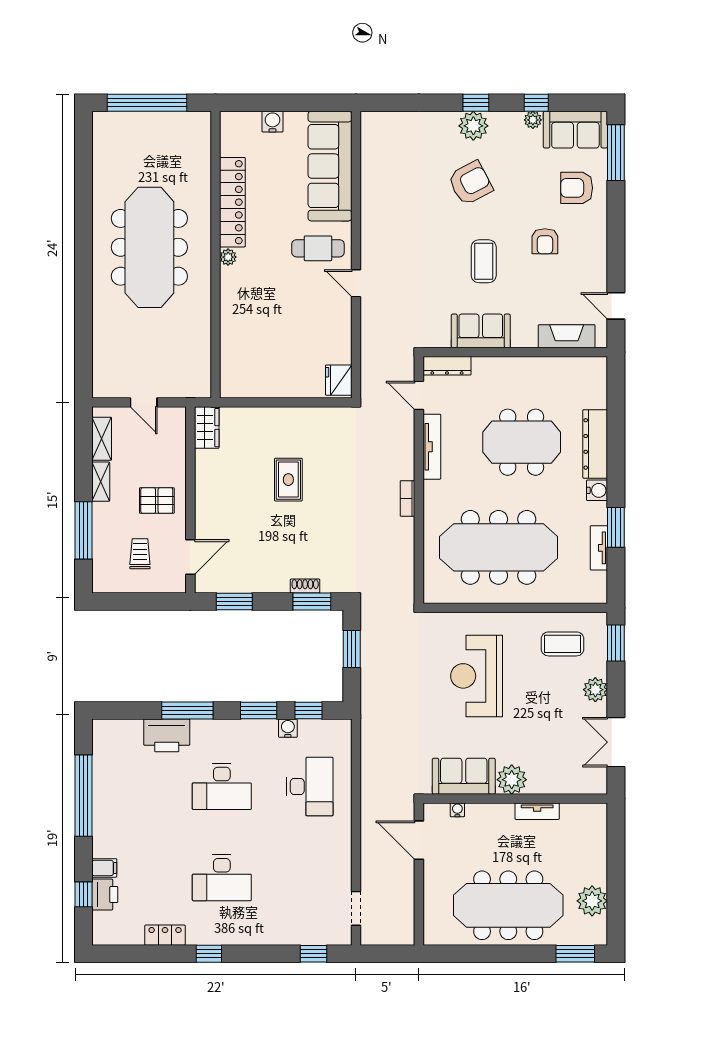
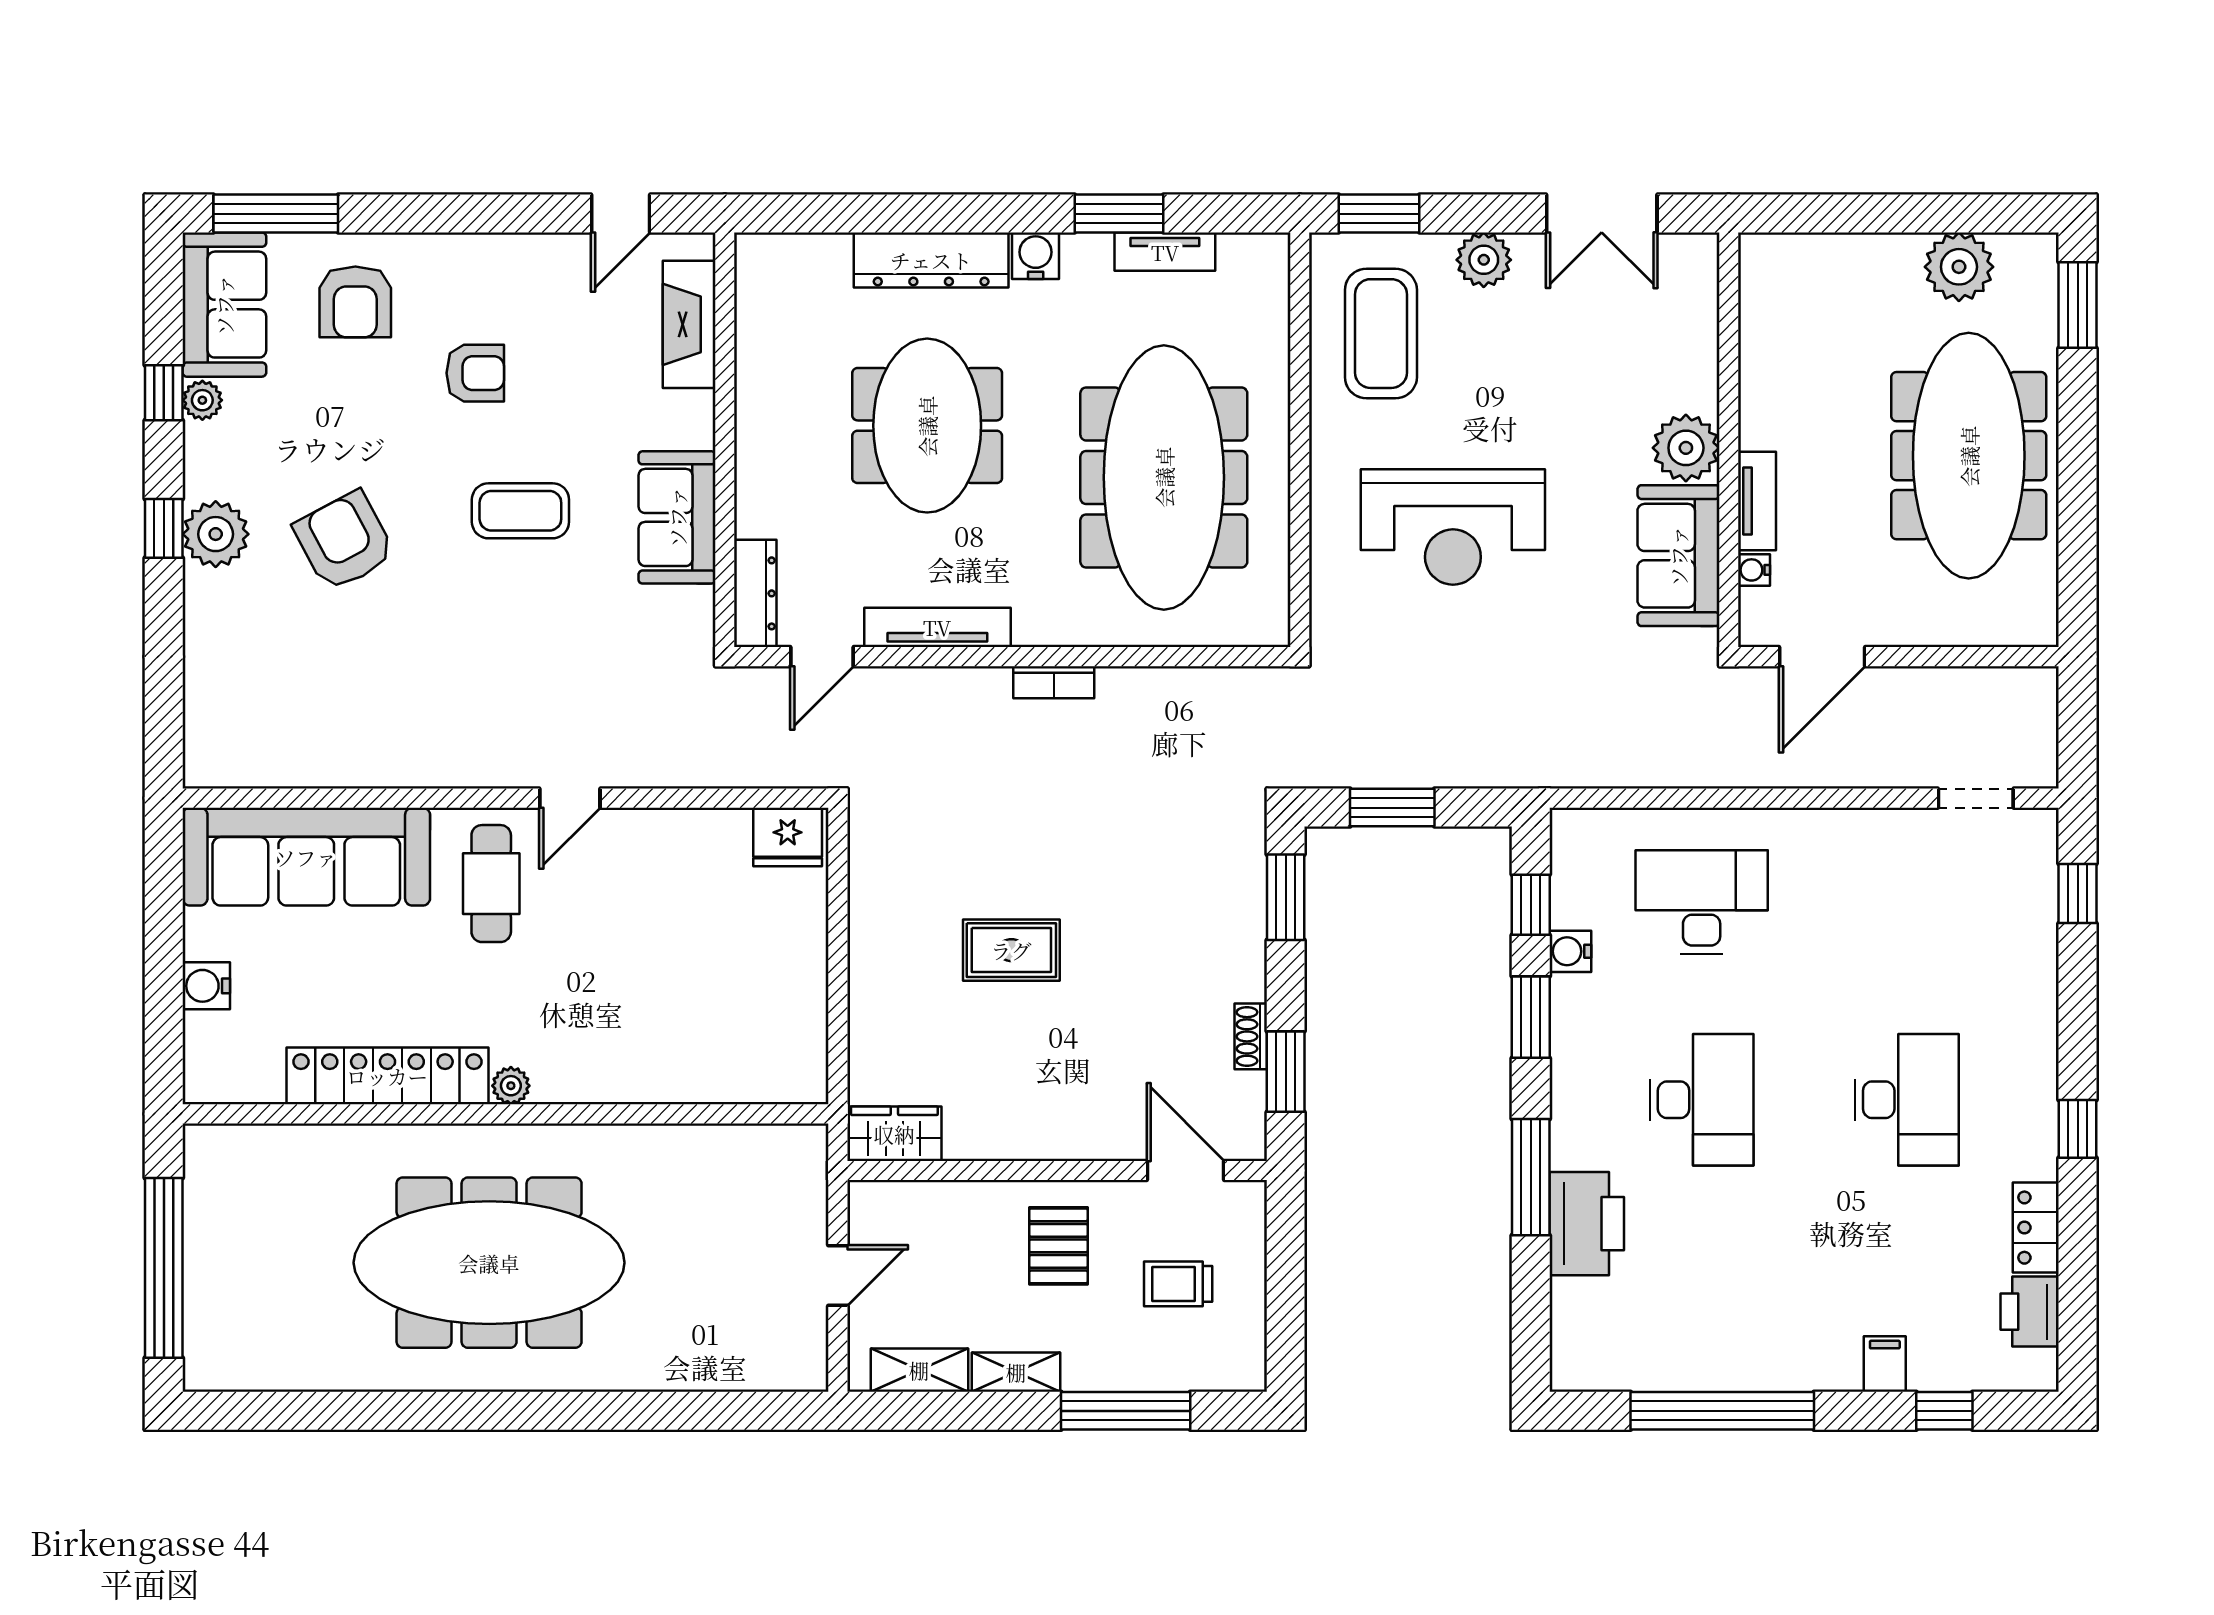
shoe rack: (305, 586) -> (1251, 1036), moved
coffee table: (563, 644) -> (1381, 334), width x1.36, depth x1.32
tv unit: (537, 811) -> (1757, 501), moved
printer: (105, 895) -> (2030, 1312), moved, turned -90

